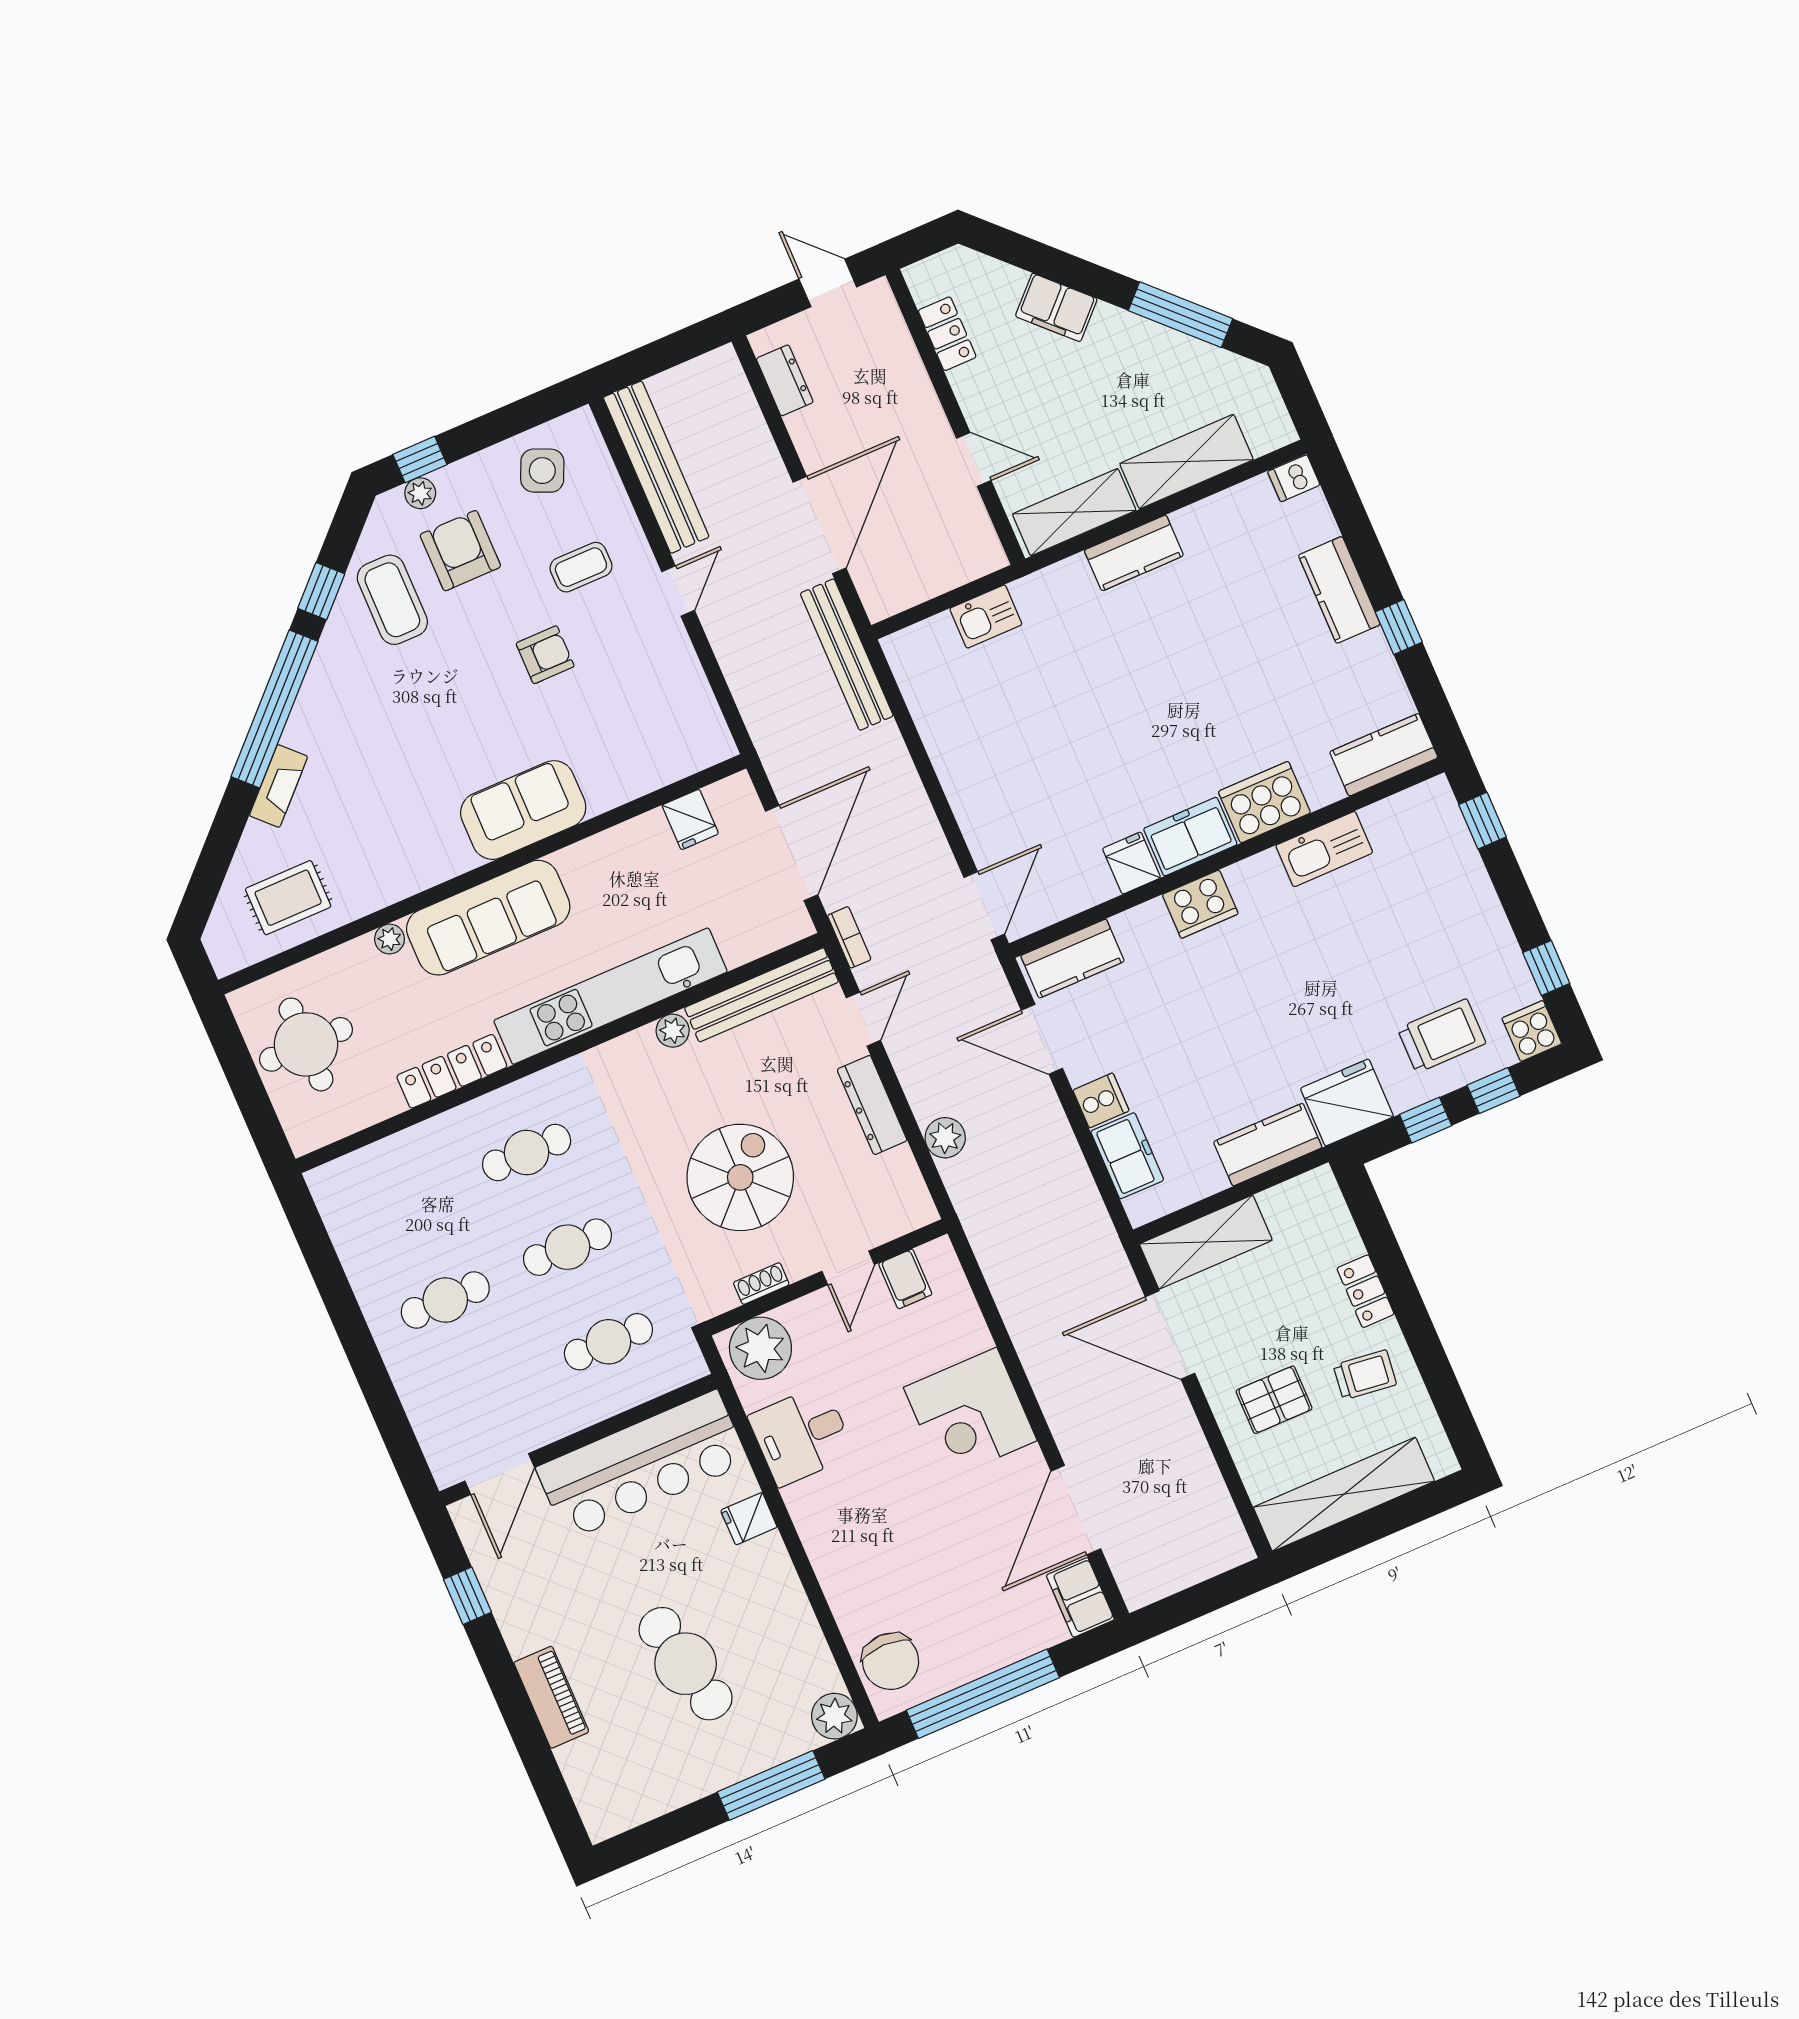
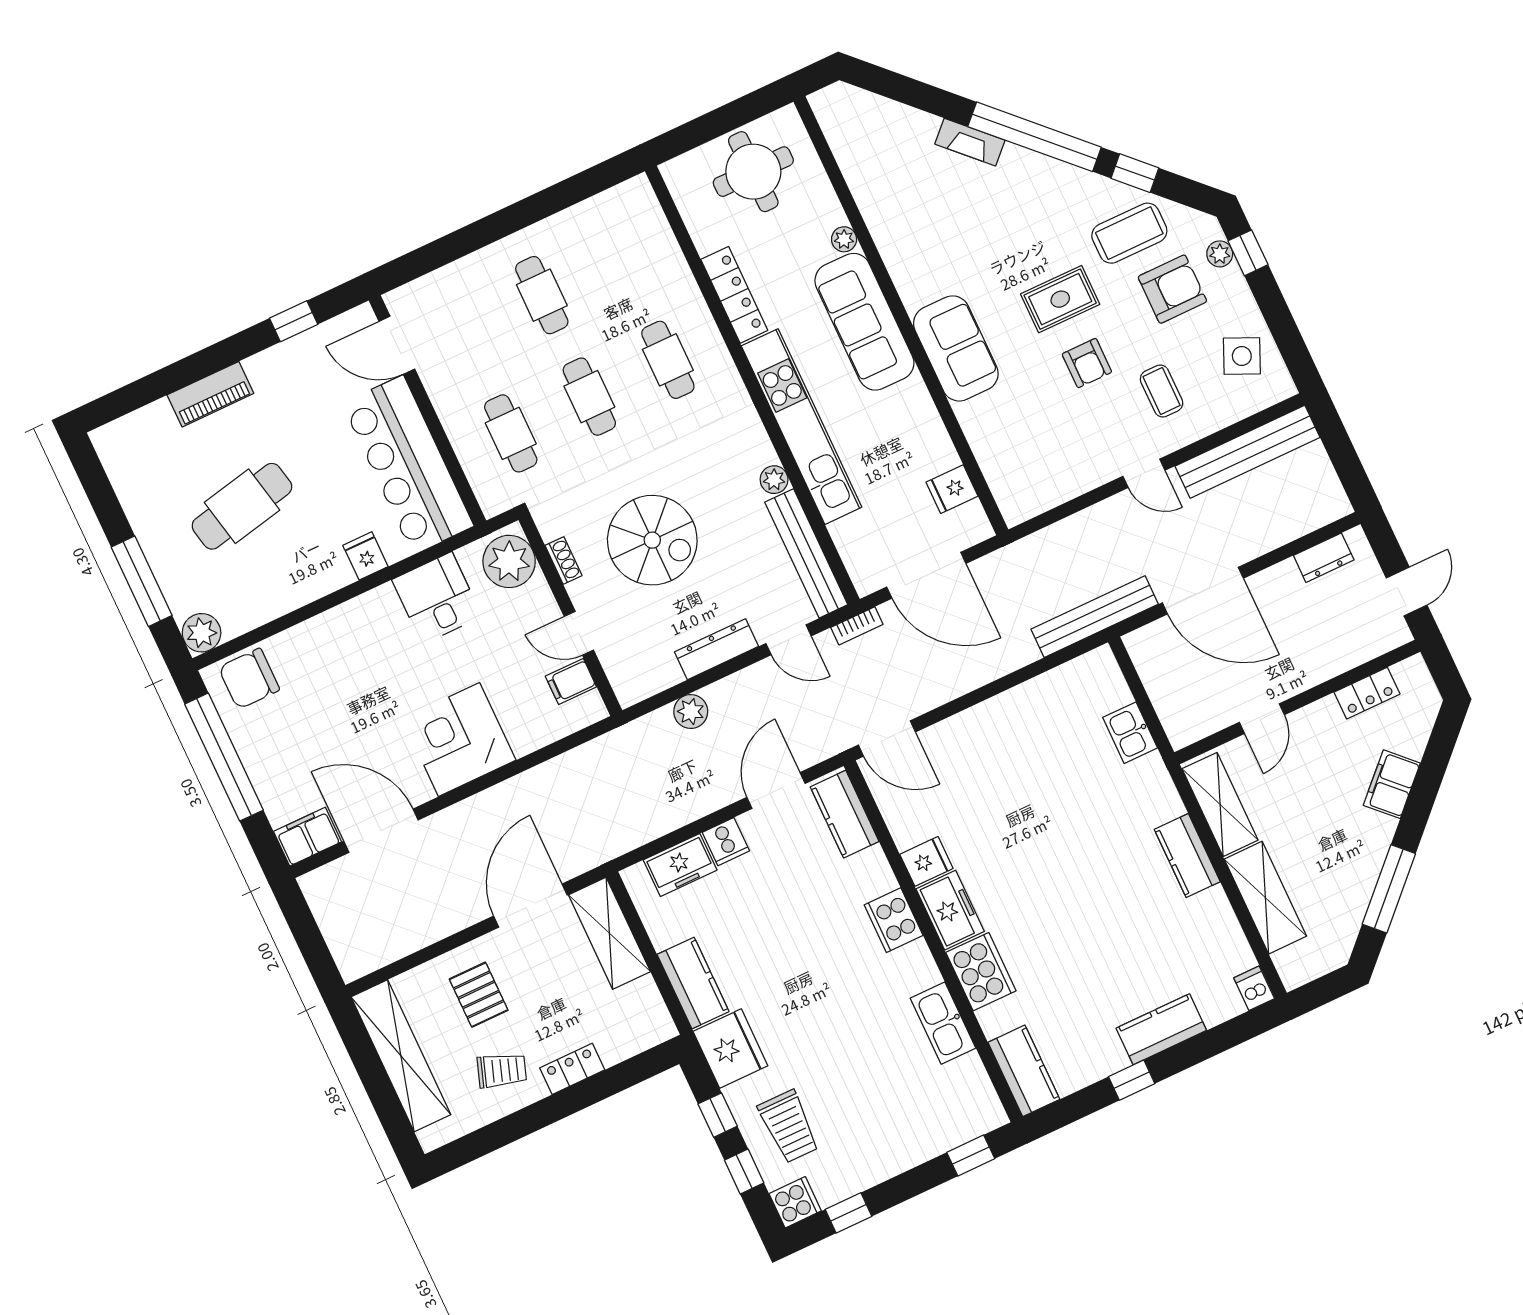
rug: (288, 898) -> (1060, 299), moved, turned 90
trolley: (1365, 1375) -> (502, 1070), turned -78

